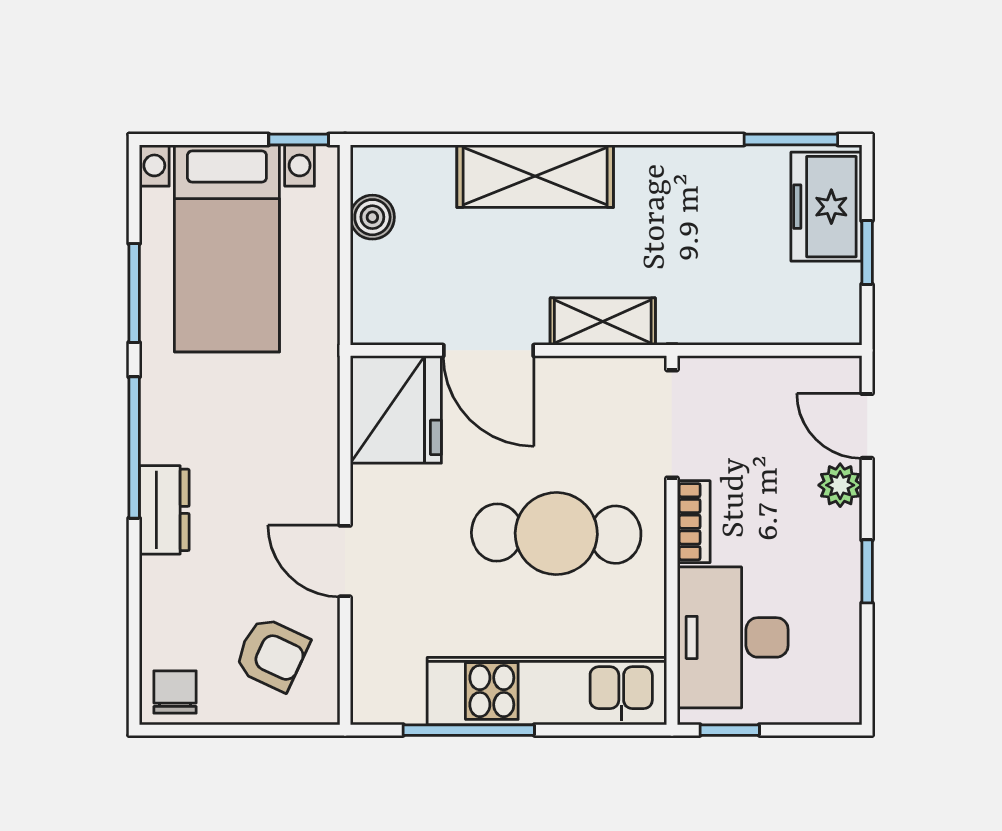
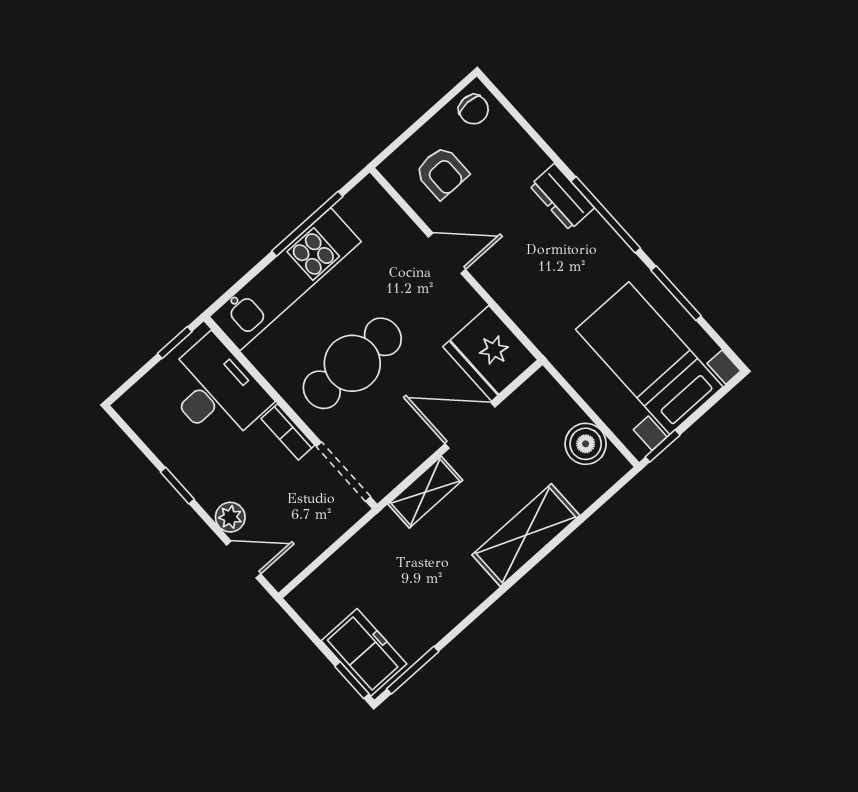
boiler: (372, 217) -> (586, 444), width x1.36, depth x1.36
window: (867, 253) -> (352, 680), moved
armchair: (272, 654) -> (442, 173), turned -115

